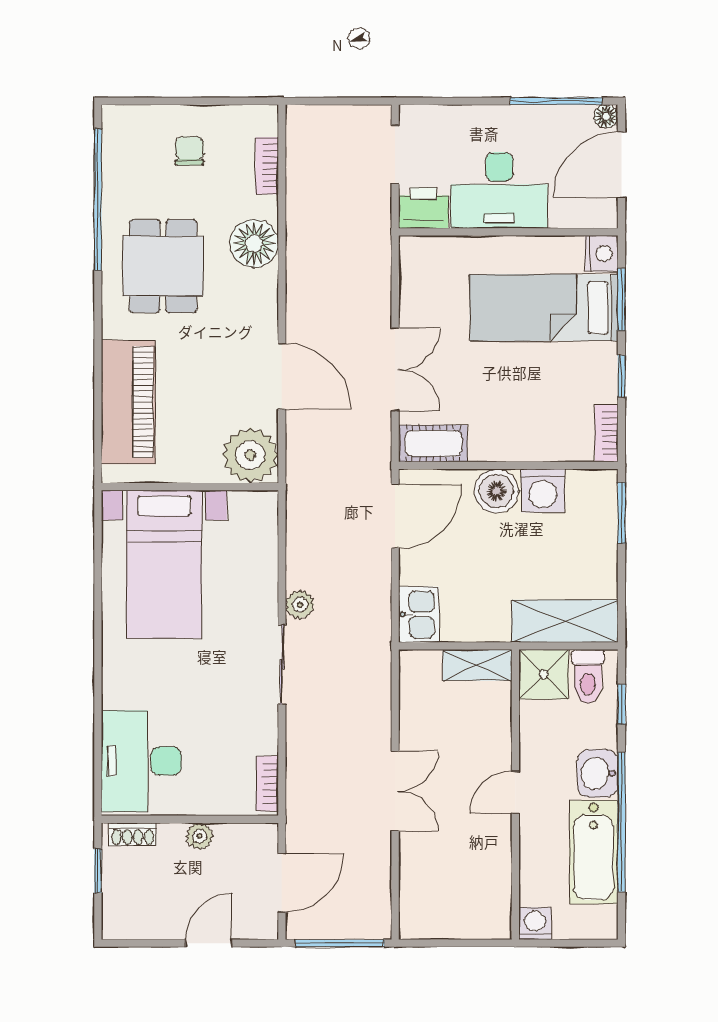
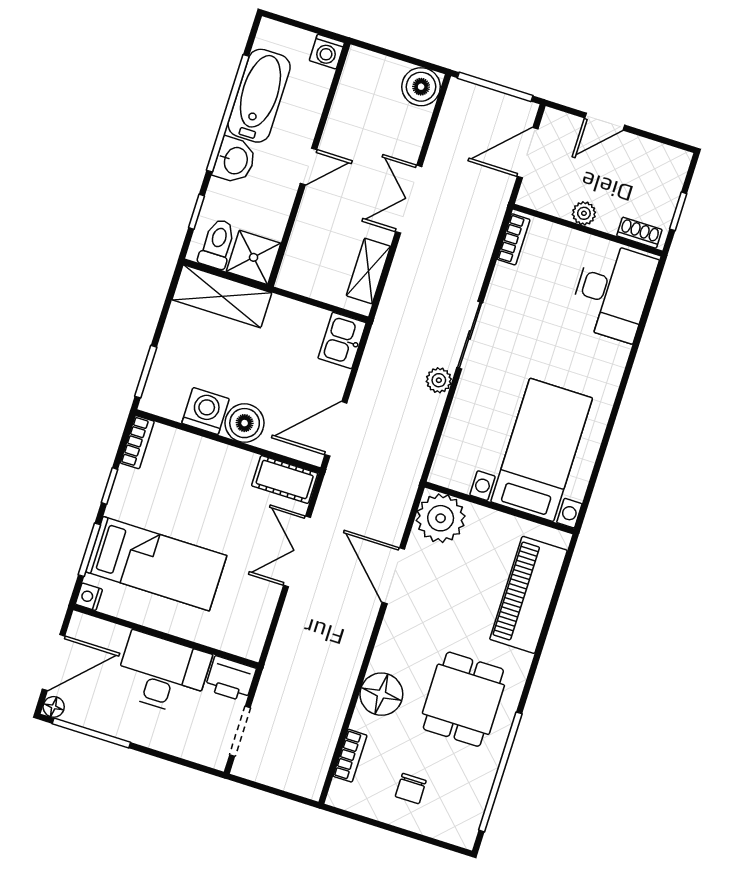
nightstand: (601, 253) -> (89, 597), width x0.72, depth x0.74
shelving: (477, 665) -> (368, 271), moved, turned 90
boiler: (420, 918) -> (421, 87), added

